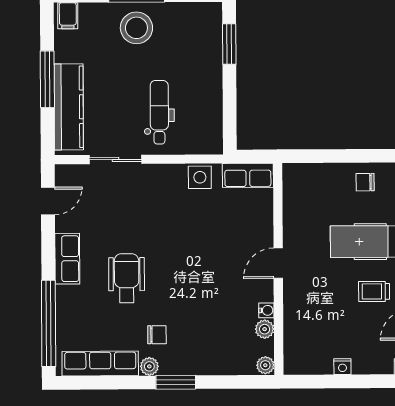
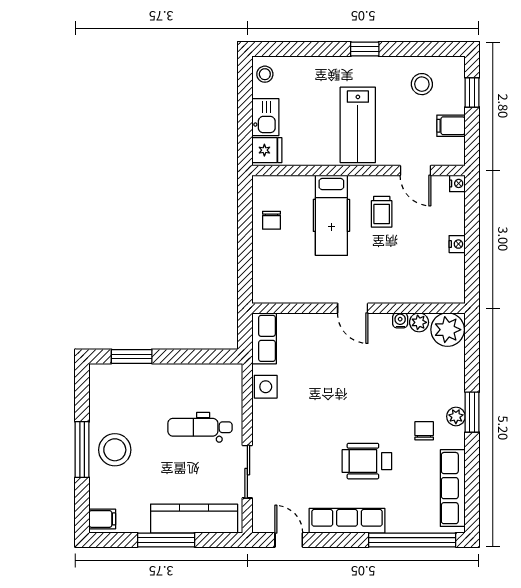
row of seats: (67, 259) -> (347, 521), width x1.48
plant: (265, 365) -> (448, 330), width x1.88, depth x1.88
plant: (149, 366) -> (456, 416), moved

